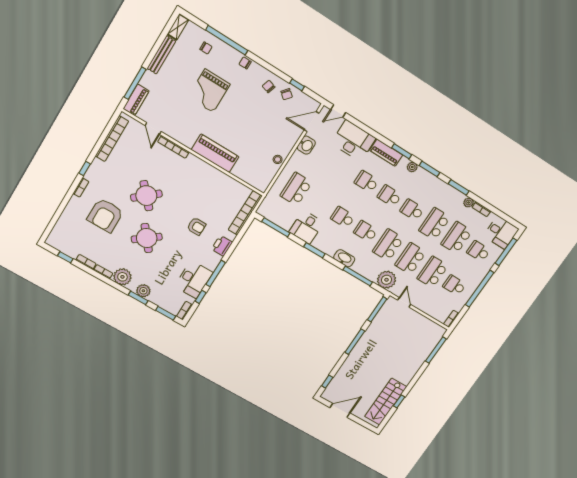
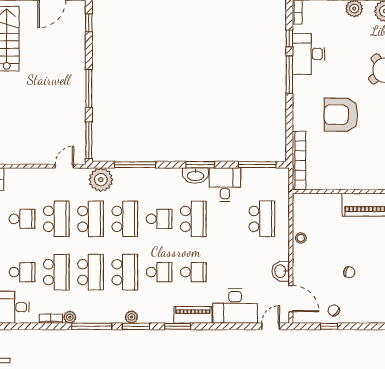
chair: (269, 87) -> (349, 272), moved
door: (312, 122) -> (291, 299), hinge flipped
plant: (412, 167) -> (131, 317), moved
window: (459, 187) -> (92, 326), width x1.44
school desk: (412, 210) -> (125, 272), width x1.85
school desk: (343, 217) -> (193, 219), width x1.85
armchair: (196, 226) -> (341, 115), width x1.88, depth x1.88
printer: (222, 246) -> (301, 110), removed
washbasin: (344, 258) -> (195, 175), moved
door: (404, 302) -> (64, 166), swing flipped

